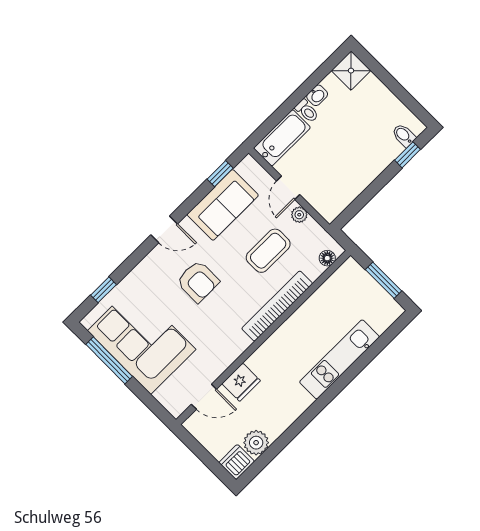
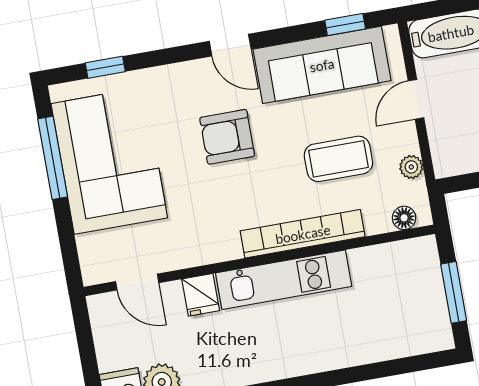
sofa: (223, 205) -> (322, 65), width x1.36
plant: (299, 215) -> (411, 167), moved
armchair: (198, 281) -> (227, 137), turned 90
kitchen unit: (339, 359) -> (284, 280), moved, turned 180
fridge: (241, 382) -> (201, 295), width x0.72

